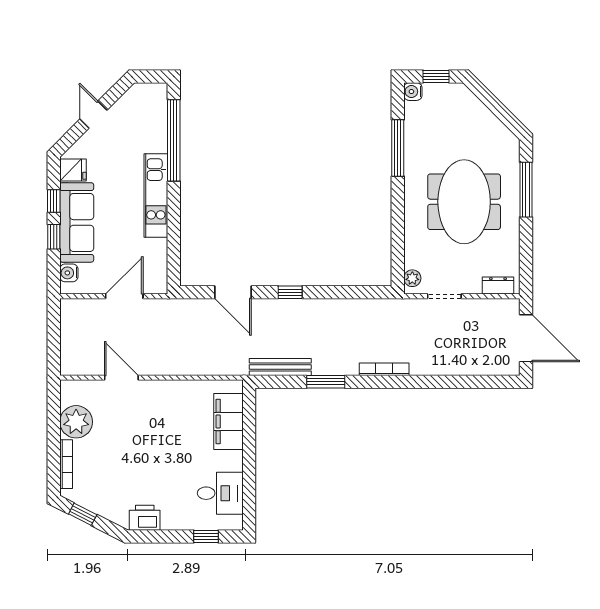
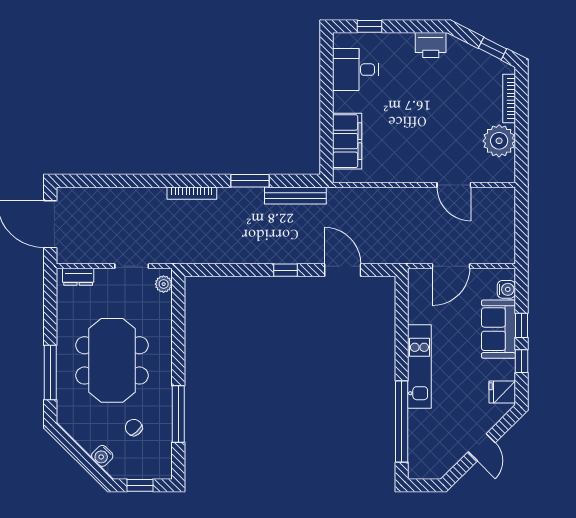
water cooler: (413, 92) -> (102, 456), moved, turned 135
chair: (442, 134) -> (134, 427), added
sofa: (77, 222) -> (498, 329), width x0.73

